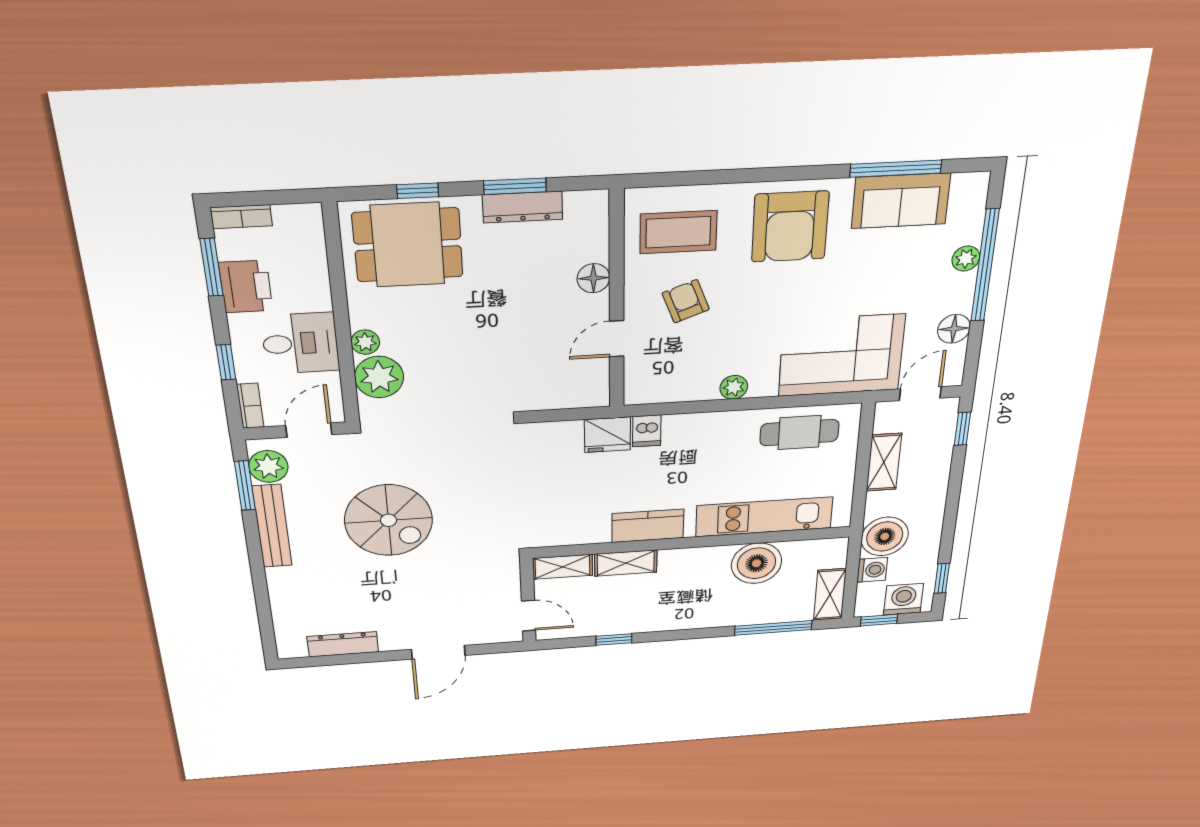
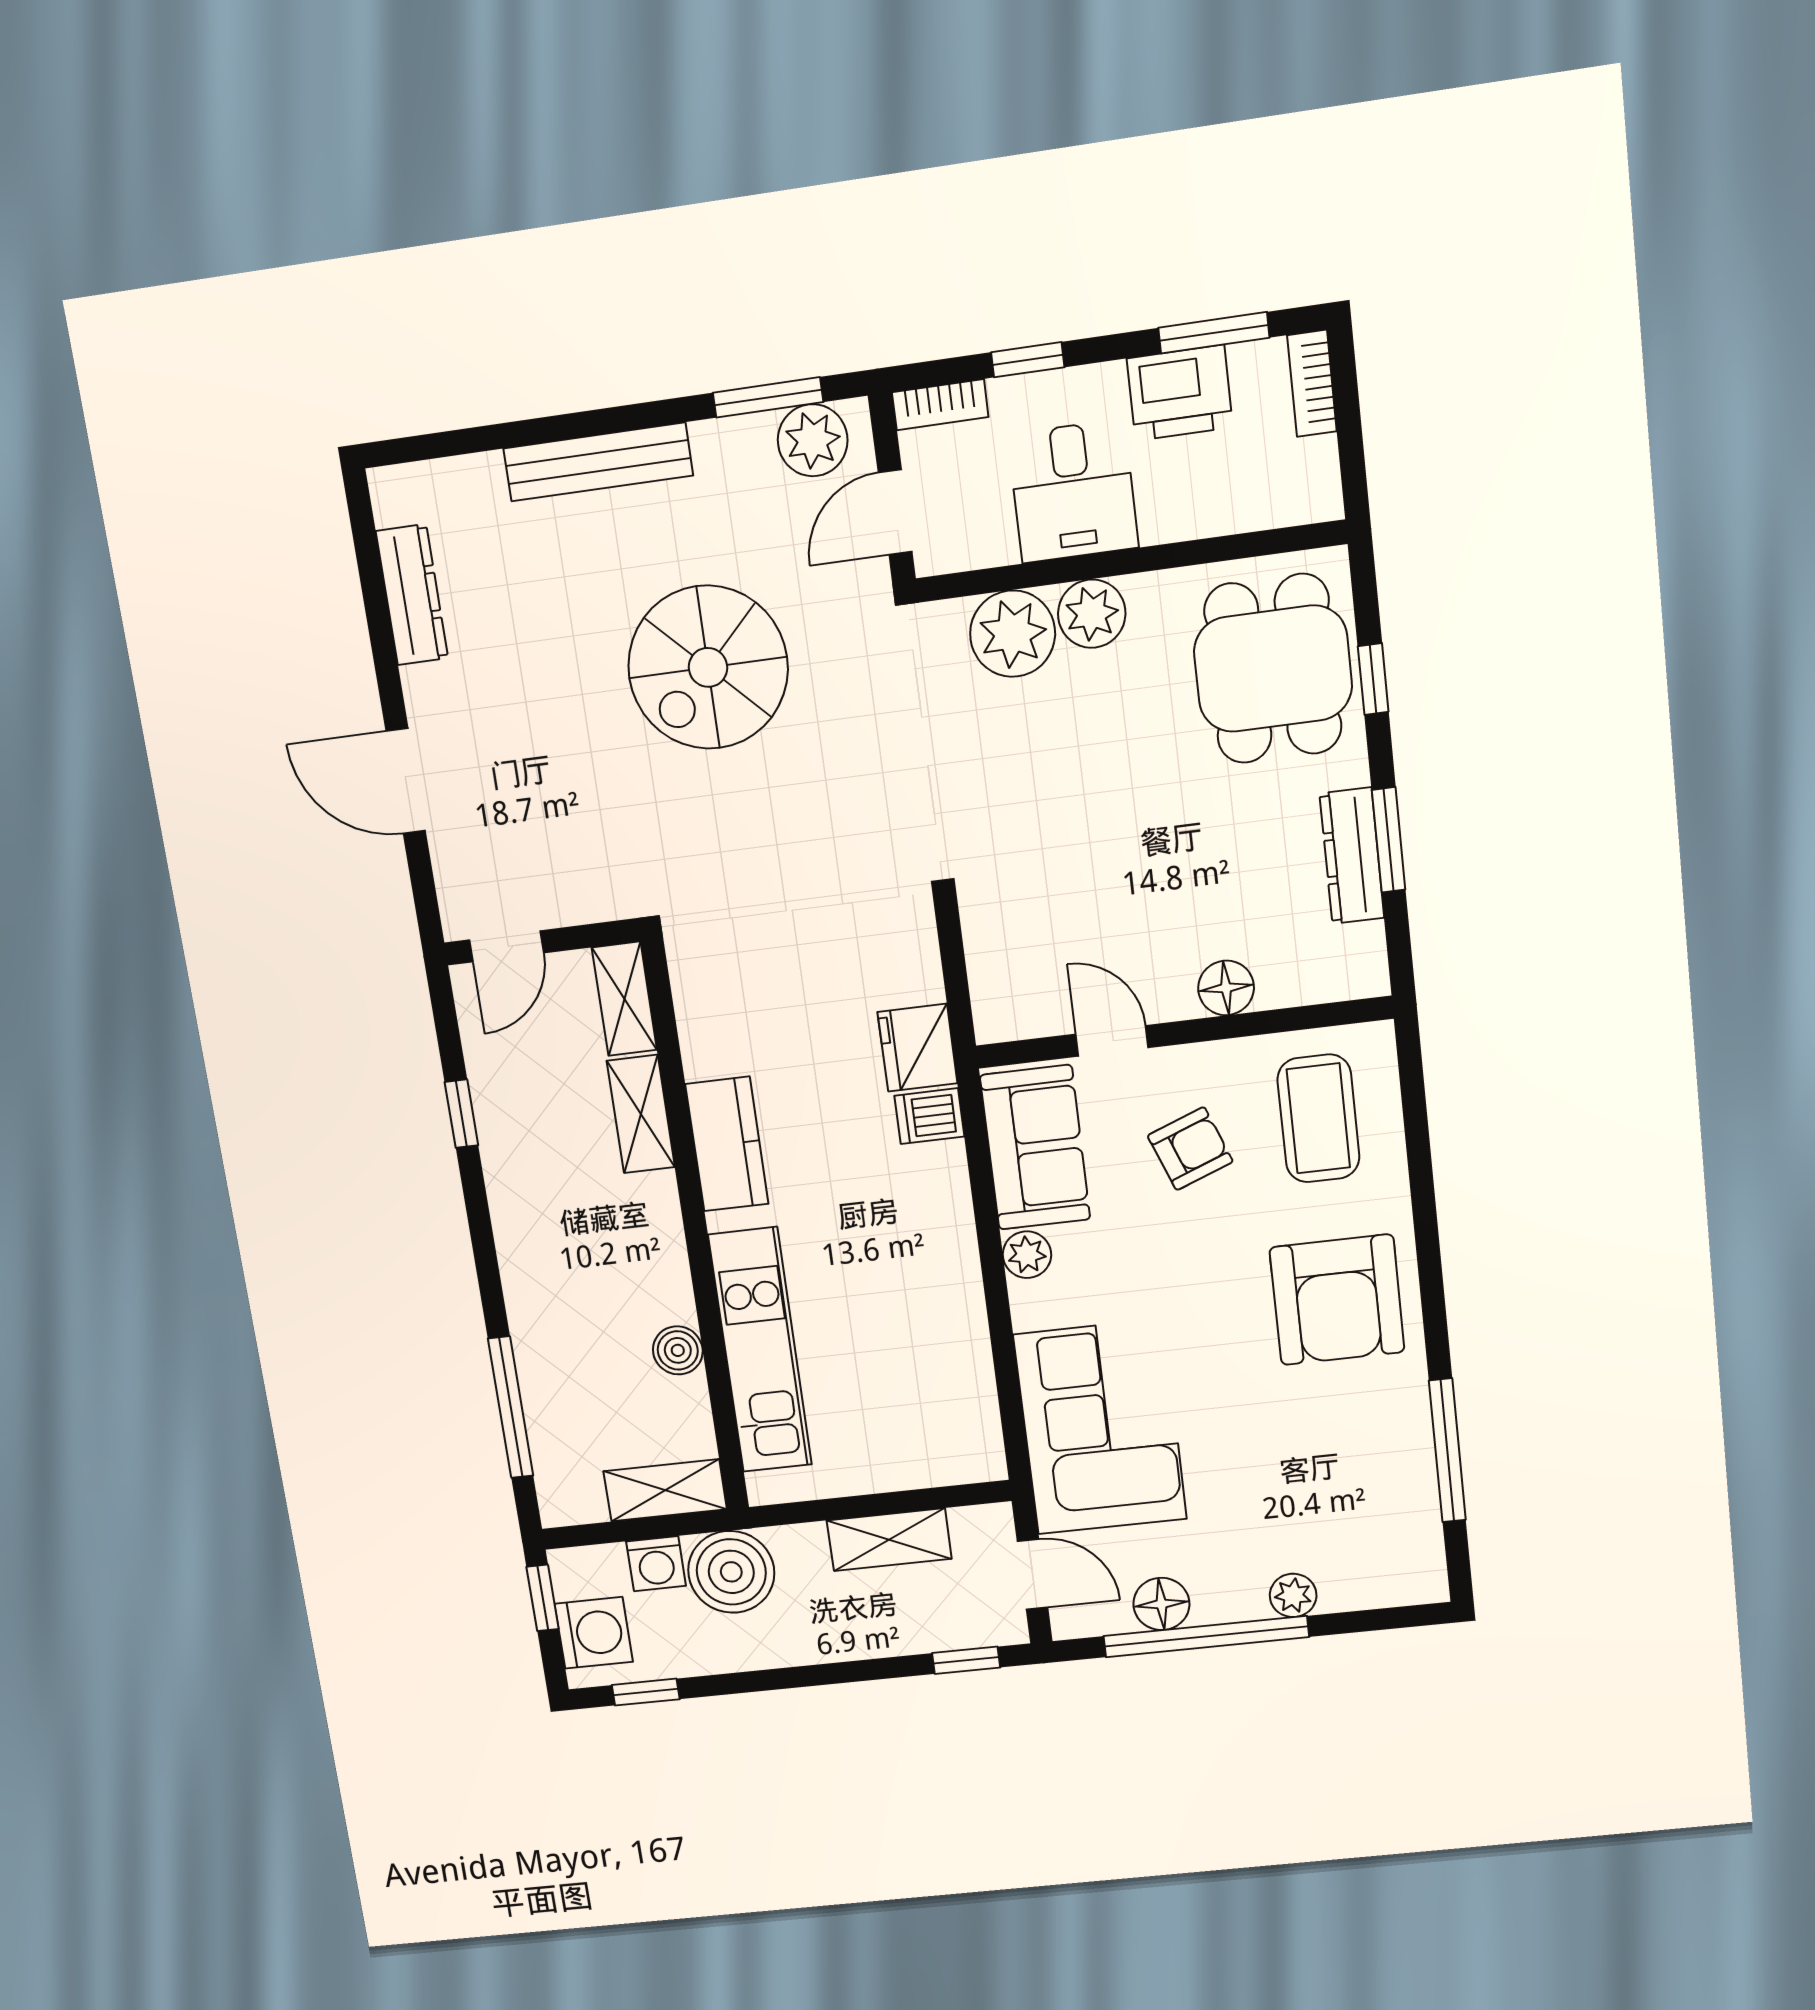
sofa: (901, 201) -> (1035, 1147), moved, turned 180
armchair: (790, 227) -> (1337, 1300), turned -90
window: (985, 266) -> (1206, 1637), moved
plant: (365, 342) -> (1092, 614), width x1.38, depth x1.38
door: (309, 430) -> (895, 512), swing flipped
cafe table: (799, 433) -> (942, 1383), removed
bench: (272, 526) -> (598, 462), moved
boiler: (757, 563) -> (678, 1350), width x0.54, depth x0.54
shelving: (830, 594) -> (665, 1490), moved

